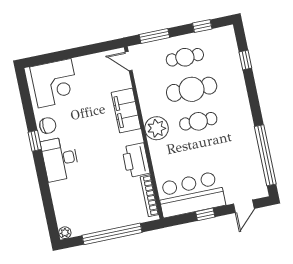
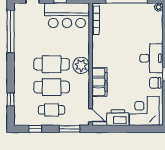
cafe table: (198, 121) -> (52, 64), width x1.37, depth x1.35
printer: (136, 160) -> (118, 118), moved, turned -90

